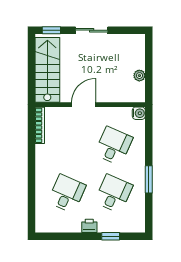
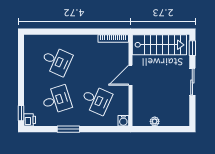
door: (84, 105) -> (130, 75), swing flipped
desk: (114, 194) -> (56, 100), turned -42
printer: (89, 226) -> (30, 120), moved
window: (111, 236) -> (21, 113), moved

